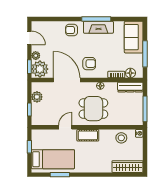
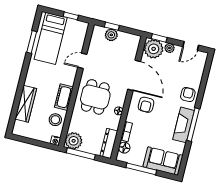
door: (67, 80) -> (134, 75), hinge flipped
plant: (37, 97) -> (111, 35), moved
plant: (135, 118) -> (74, 141), added
door: (65, 127) -> (82, 61), swing flipped
cot: (88, 135) -> (64, 97), moved
wardrobe: (127, 167) -> (26, 104), moved

